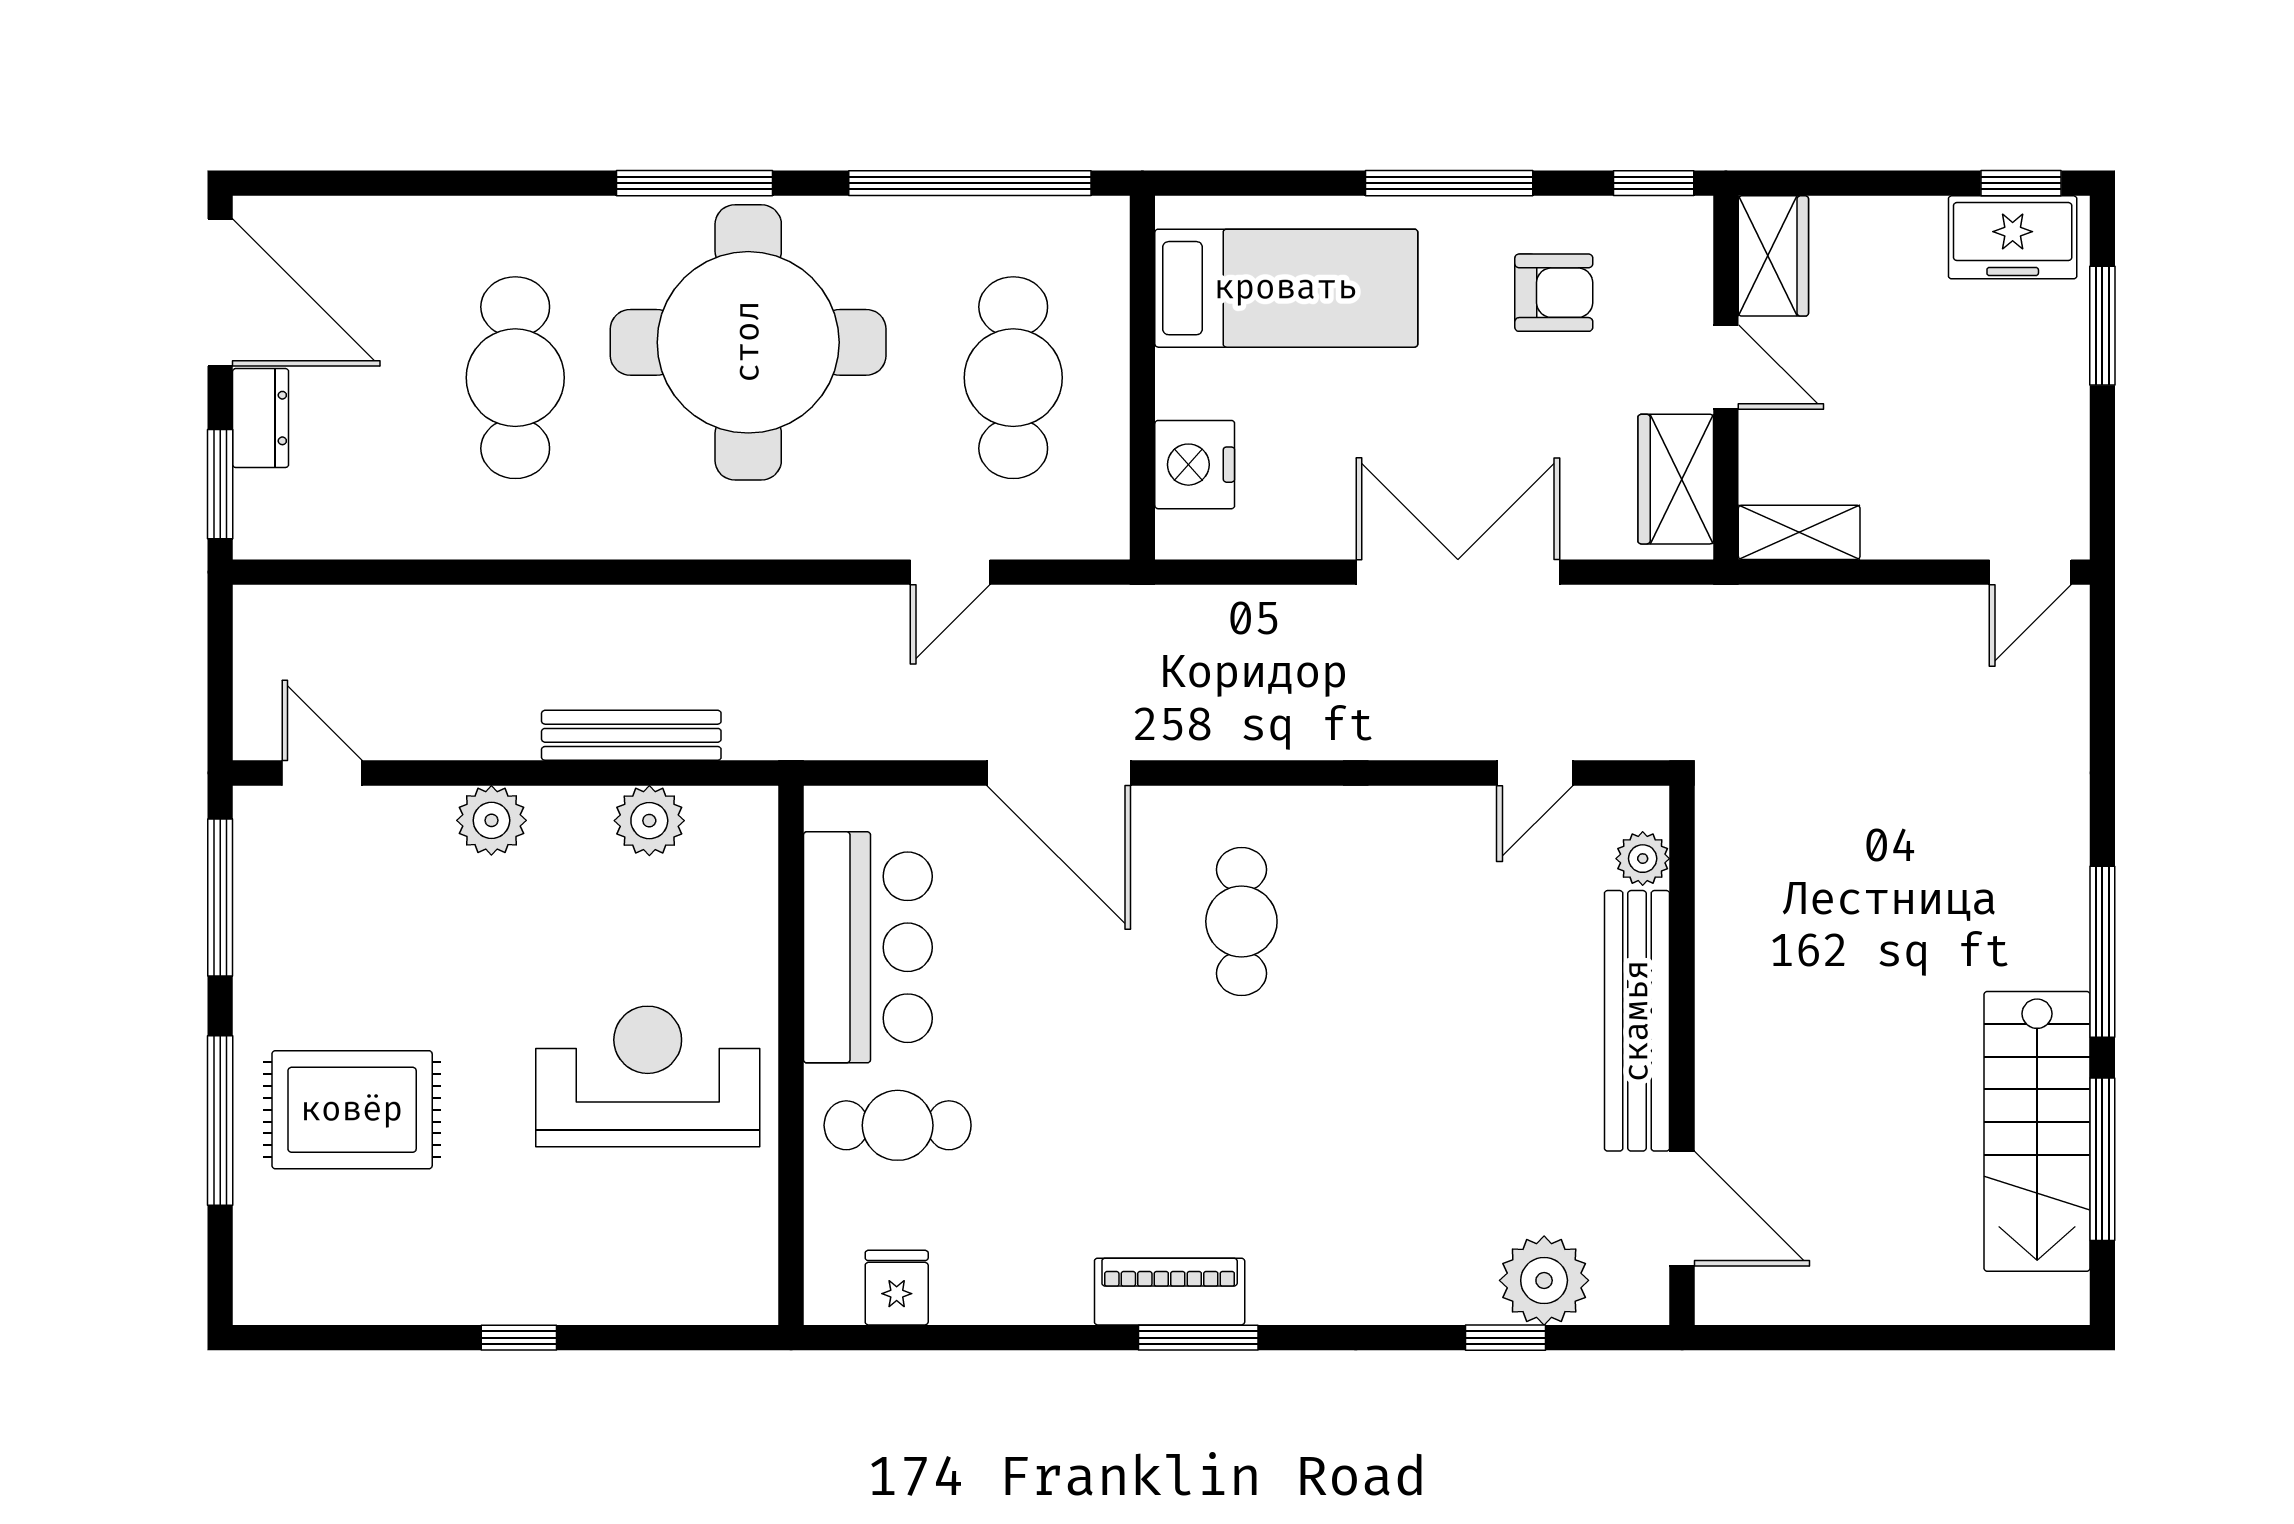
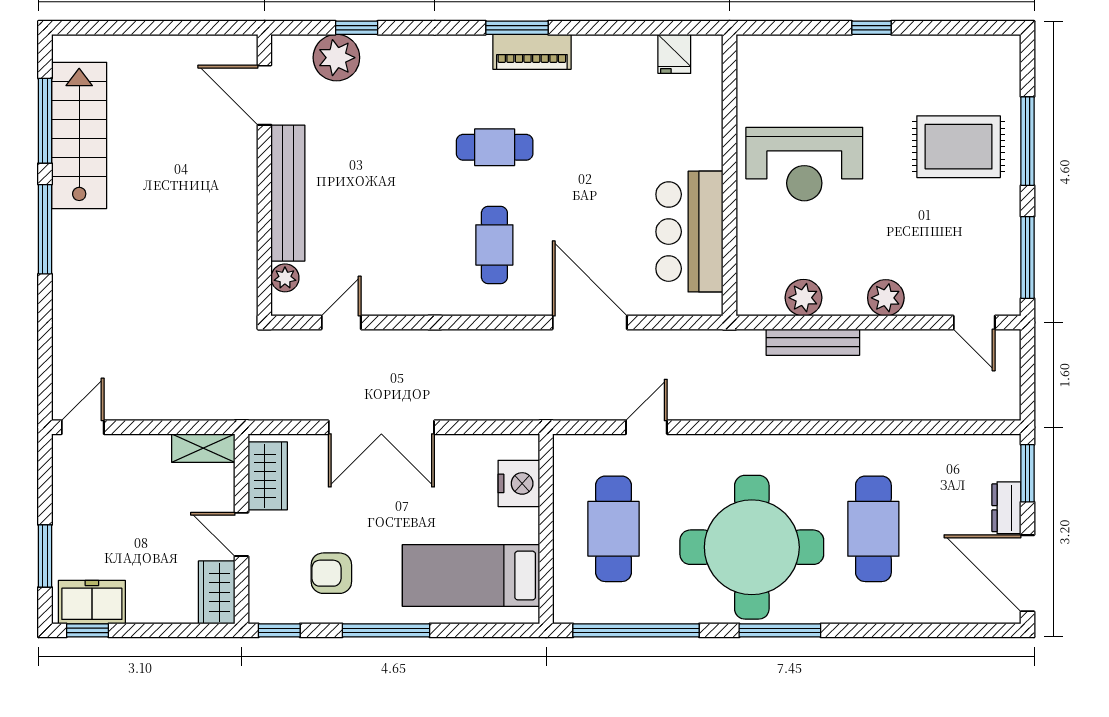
cafe table: (898, 1125) -> (495, 147), moved

